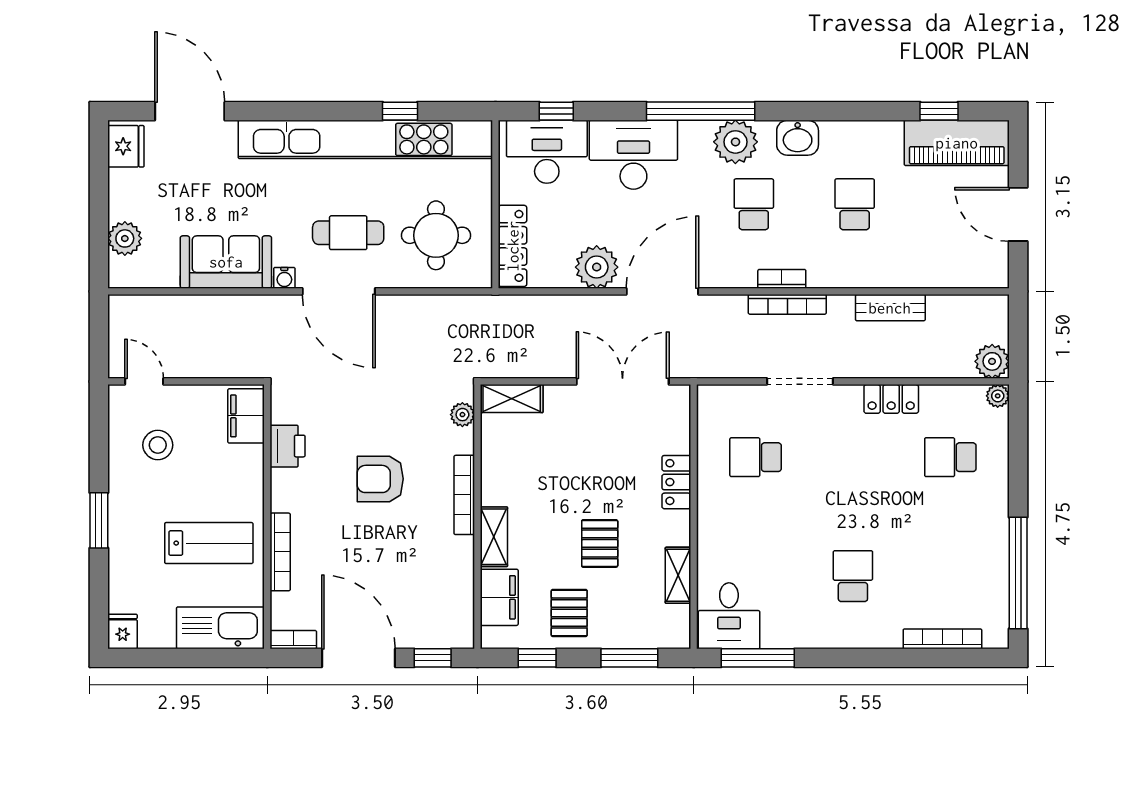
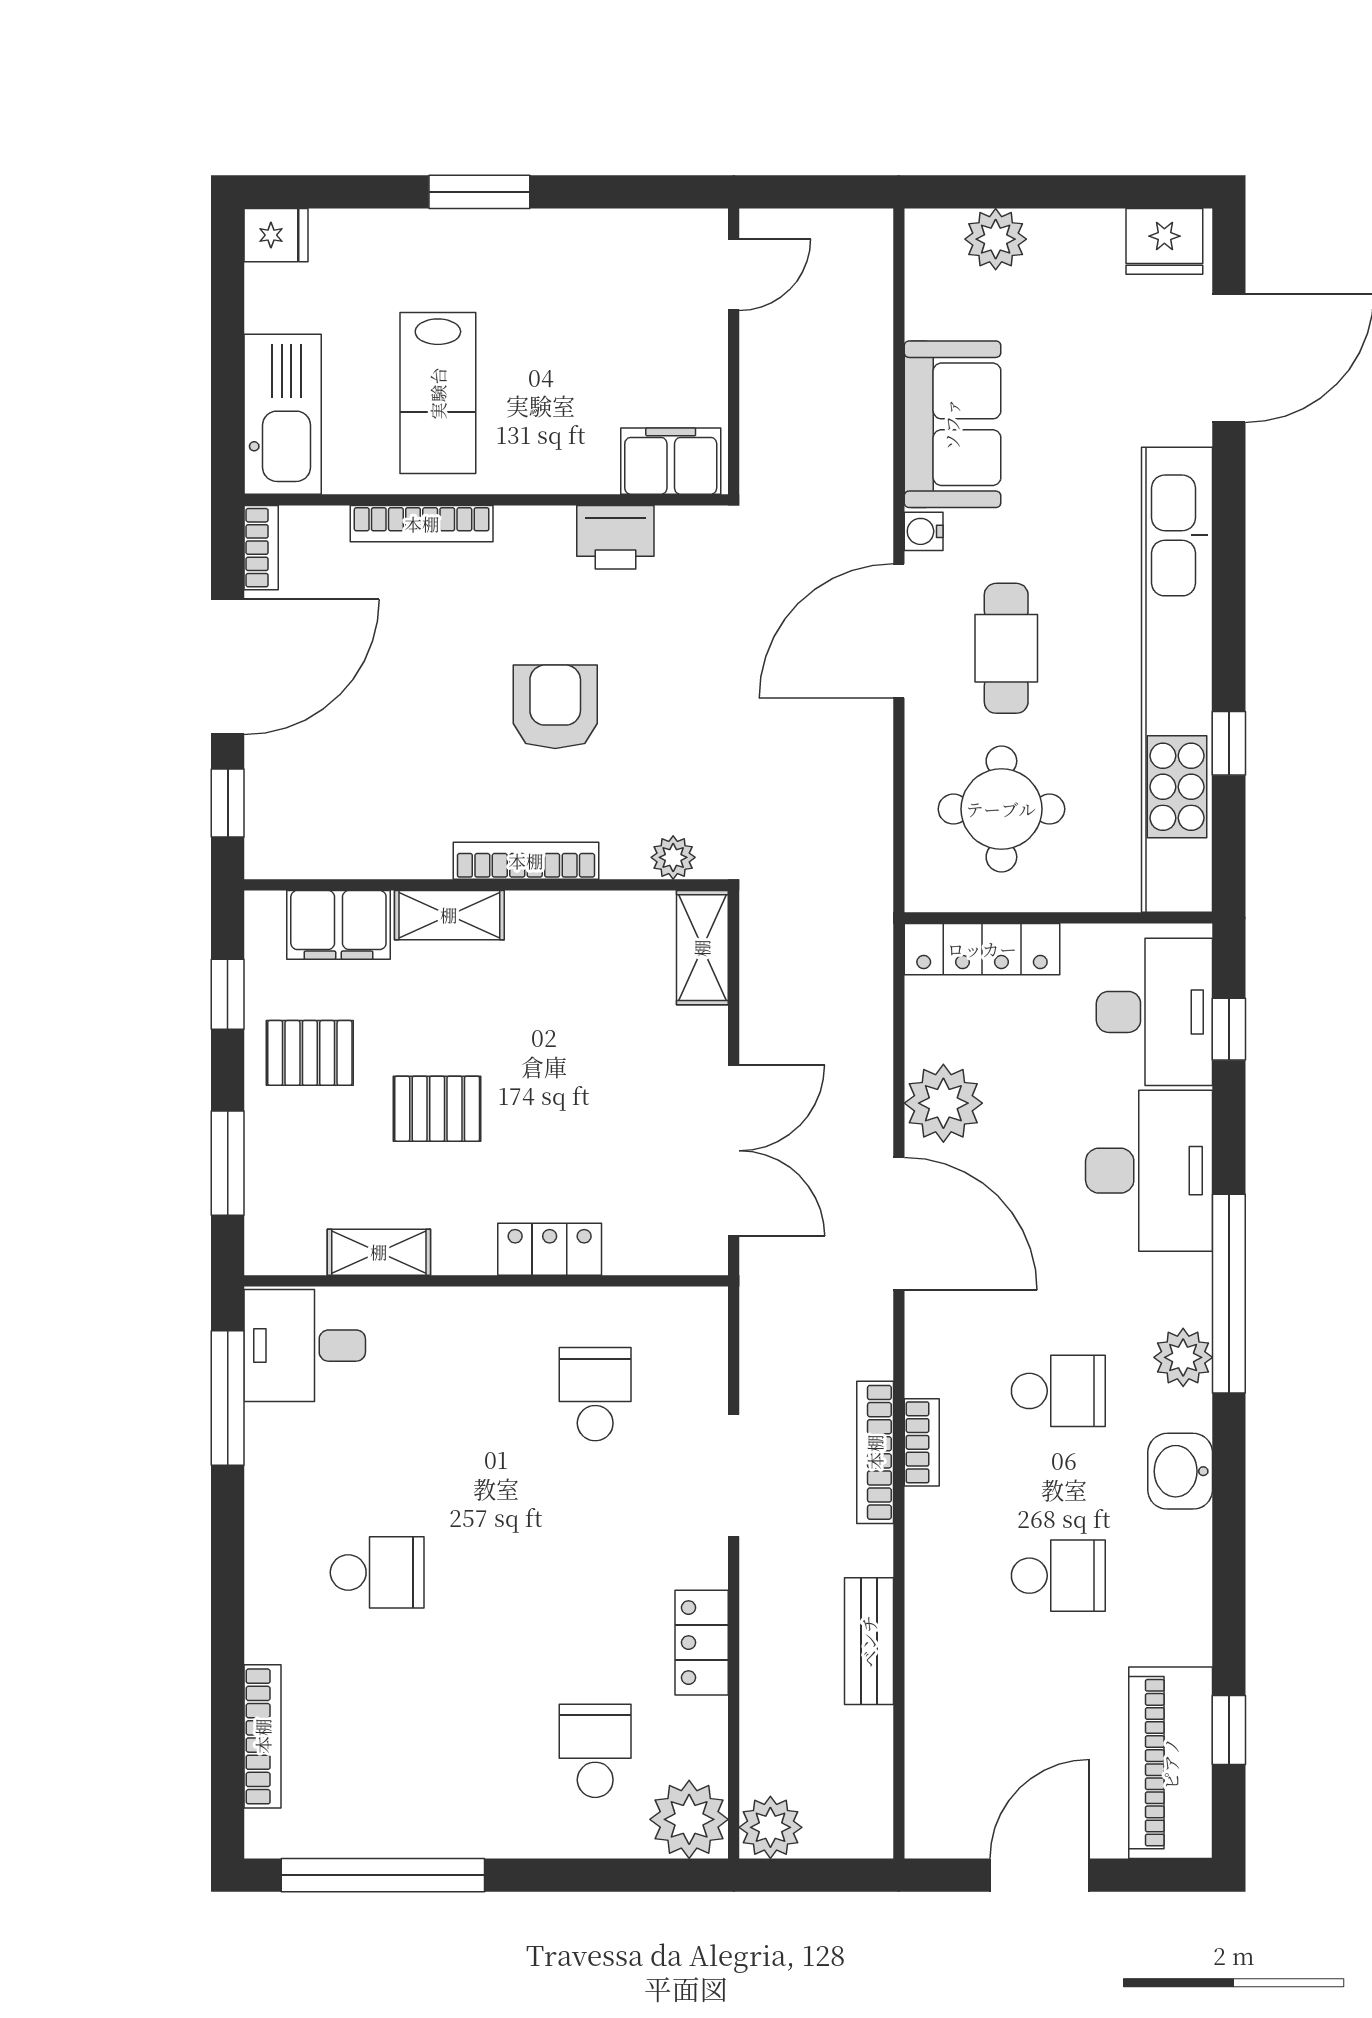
plant: (735, 142) -> (1183, 1357), width x0.73, depth x0.73
plant: (998, 396) -> (689, 1819), width x1.87, depth x1.87
stool: (158, 445) -> (617, 300), removed

